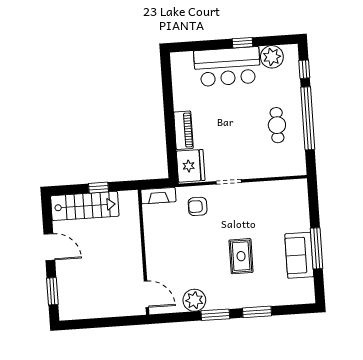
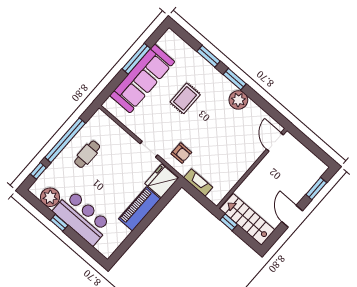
piano: (183, 130) -> (140, 209), width x1.37, depth x1.33
wall: (143, 252) -> (252, 168), moved
sofa: (299, 255) -> (142, 79), width x1.85, depth x1.27
door: (146, 294) -> (275, 142), moved

